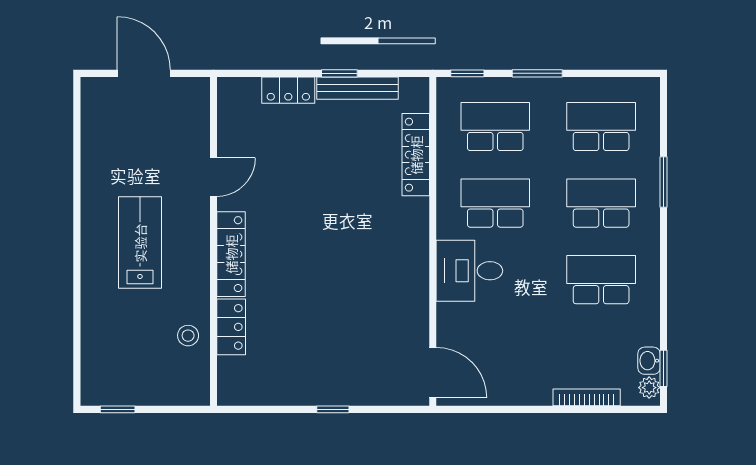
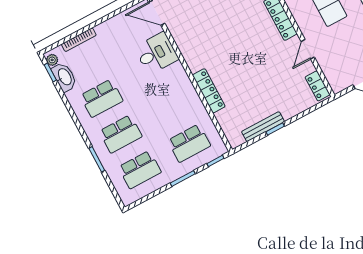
locker: (288, 90) -> (317, 86), moved, turned -90
locker: (416, 155) -> (209, 91), moved
school desk: (495, 203) -> (170, 107), removed
desk: (469, 271) -> (156, 53), moved
washbasin: (649, 361) -> (64, 77), width x1.91, depth x1.45

